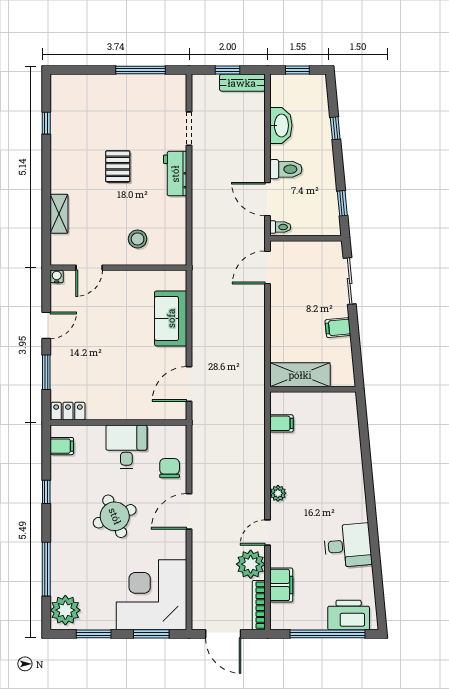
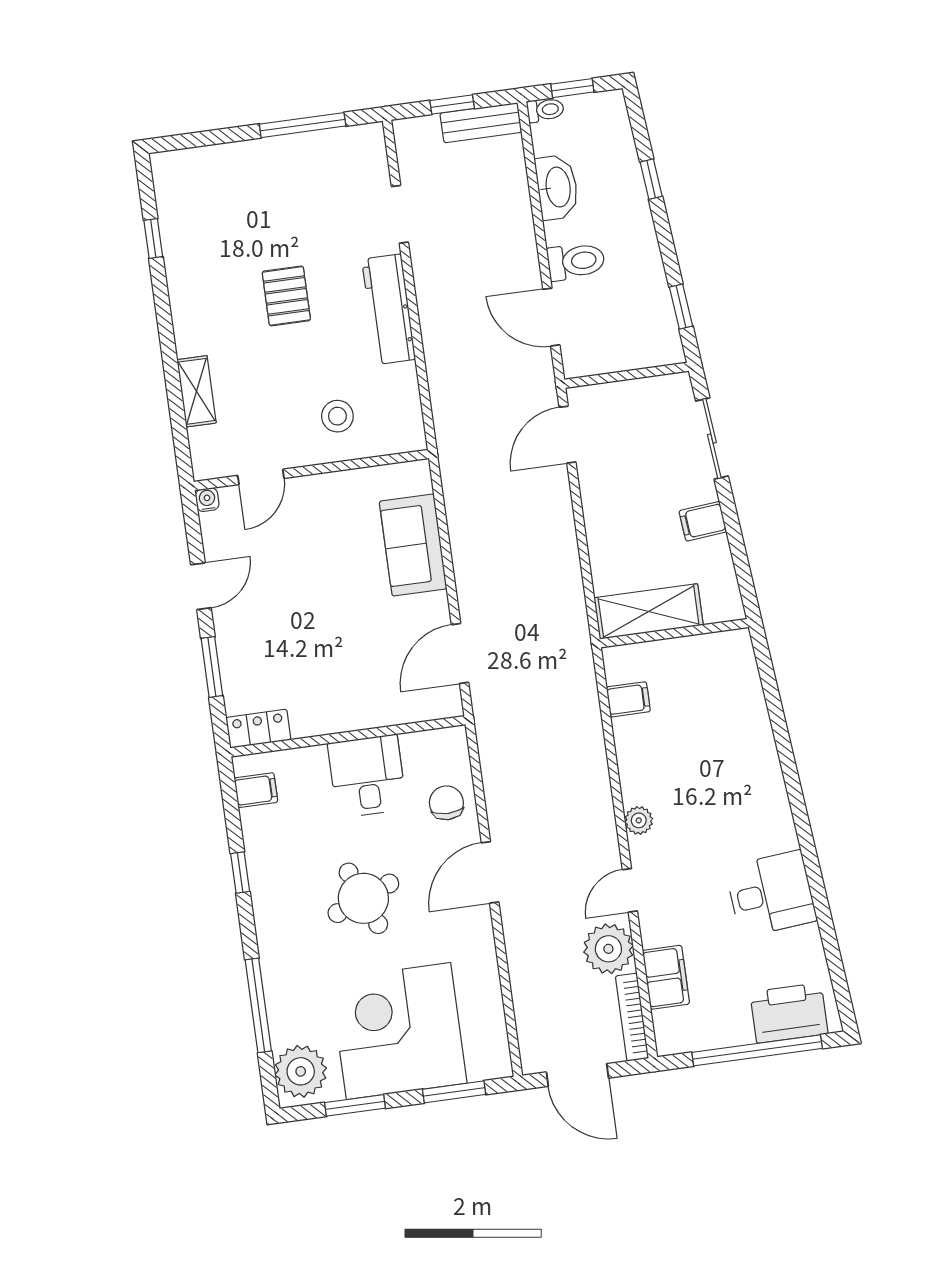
workbench: (175, 174) -> (389, 309), width x1.38
toilet: (280, 227) -> (545, 110), moved
corner desk: (152, 595) -> (398, 1031), moved

